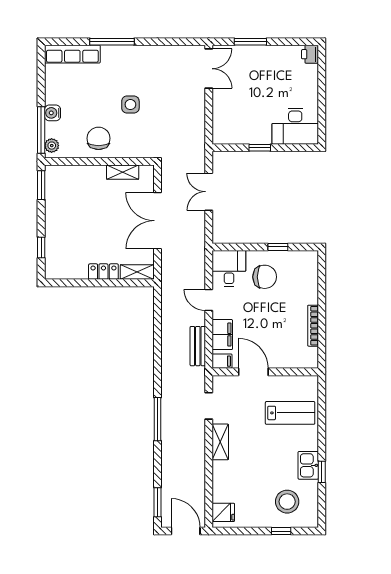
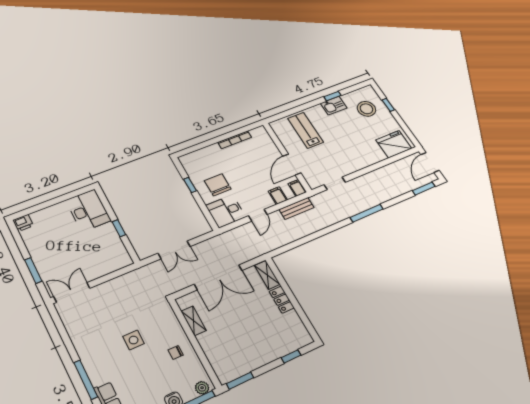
chair: (99, 138) -> (176, 352), width x0.54, depth x0.54
filing cabinet: (222, 335) -> (278, 196), width x0.50
shelving: (220, 442) -> (355, 166), removed
fridge: (223, 512) -> (394, 144), width x1.88, depth x1.34

